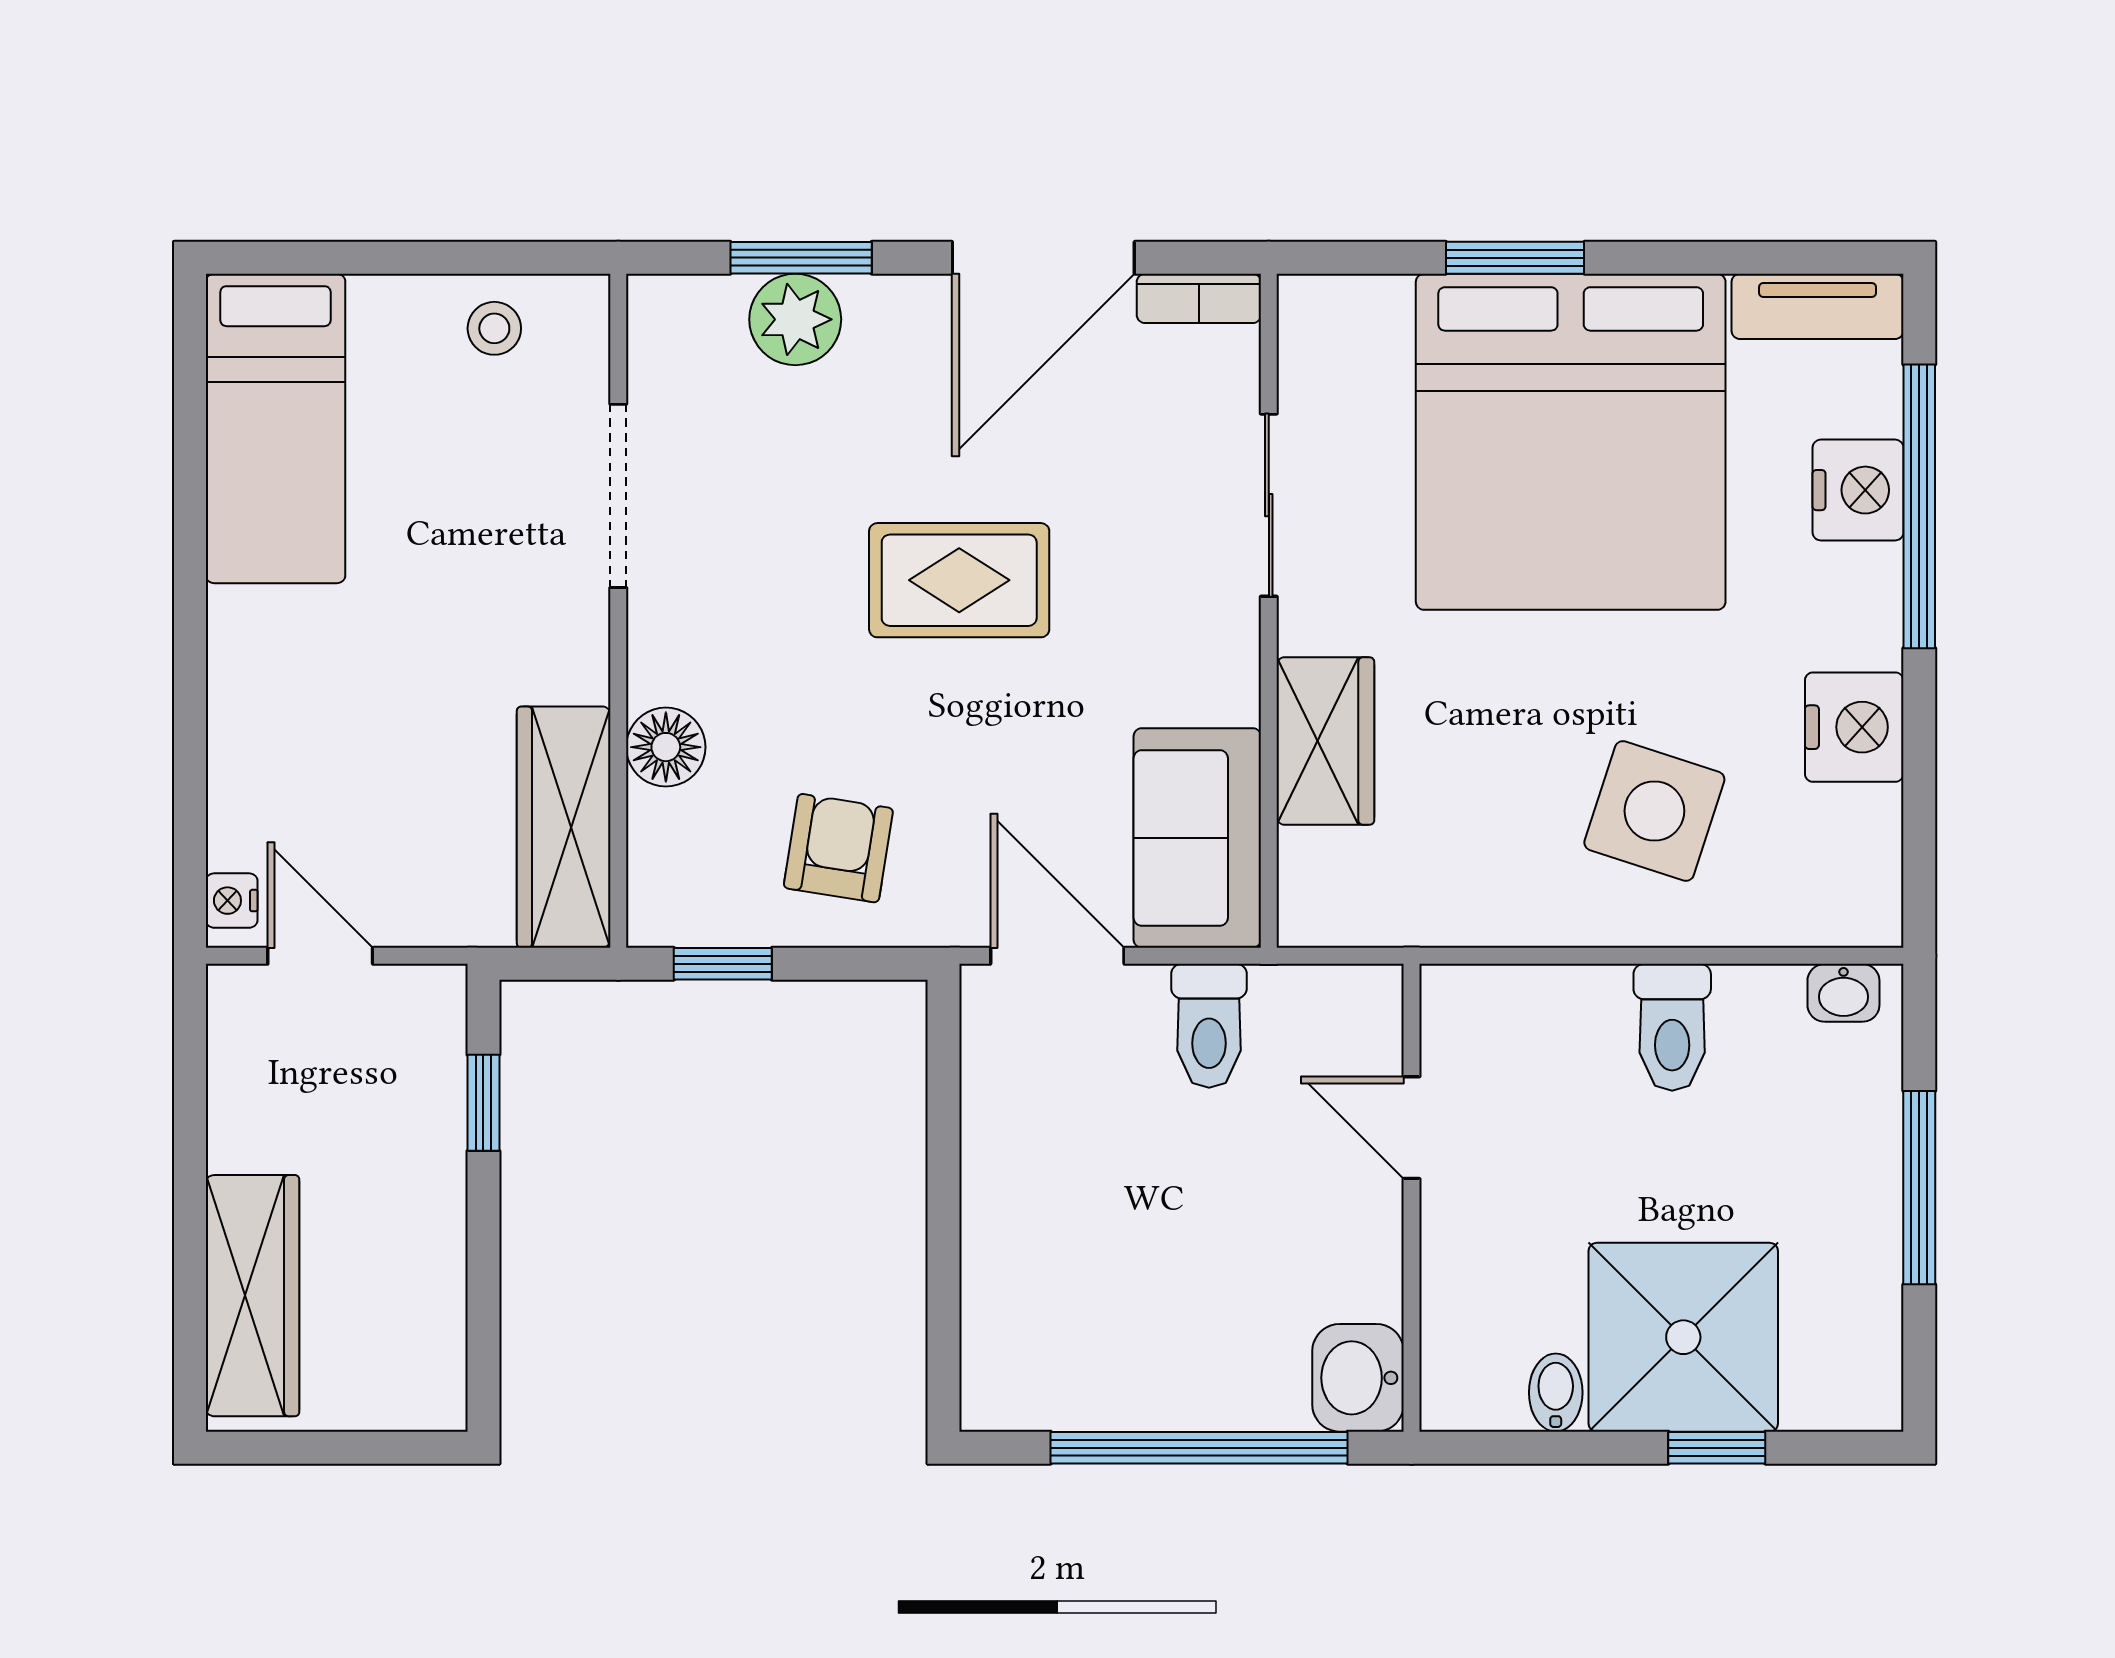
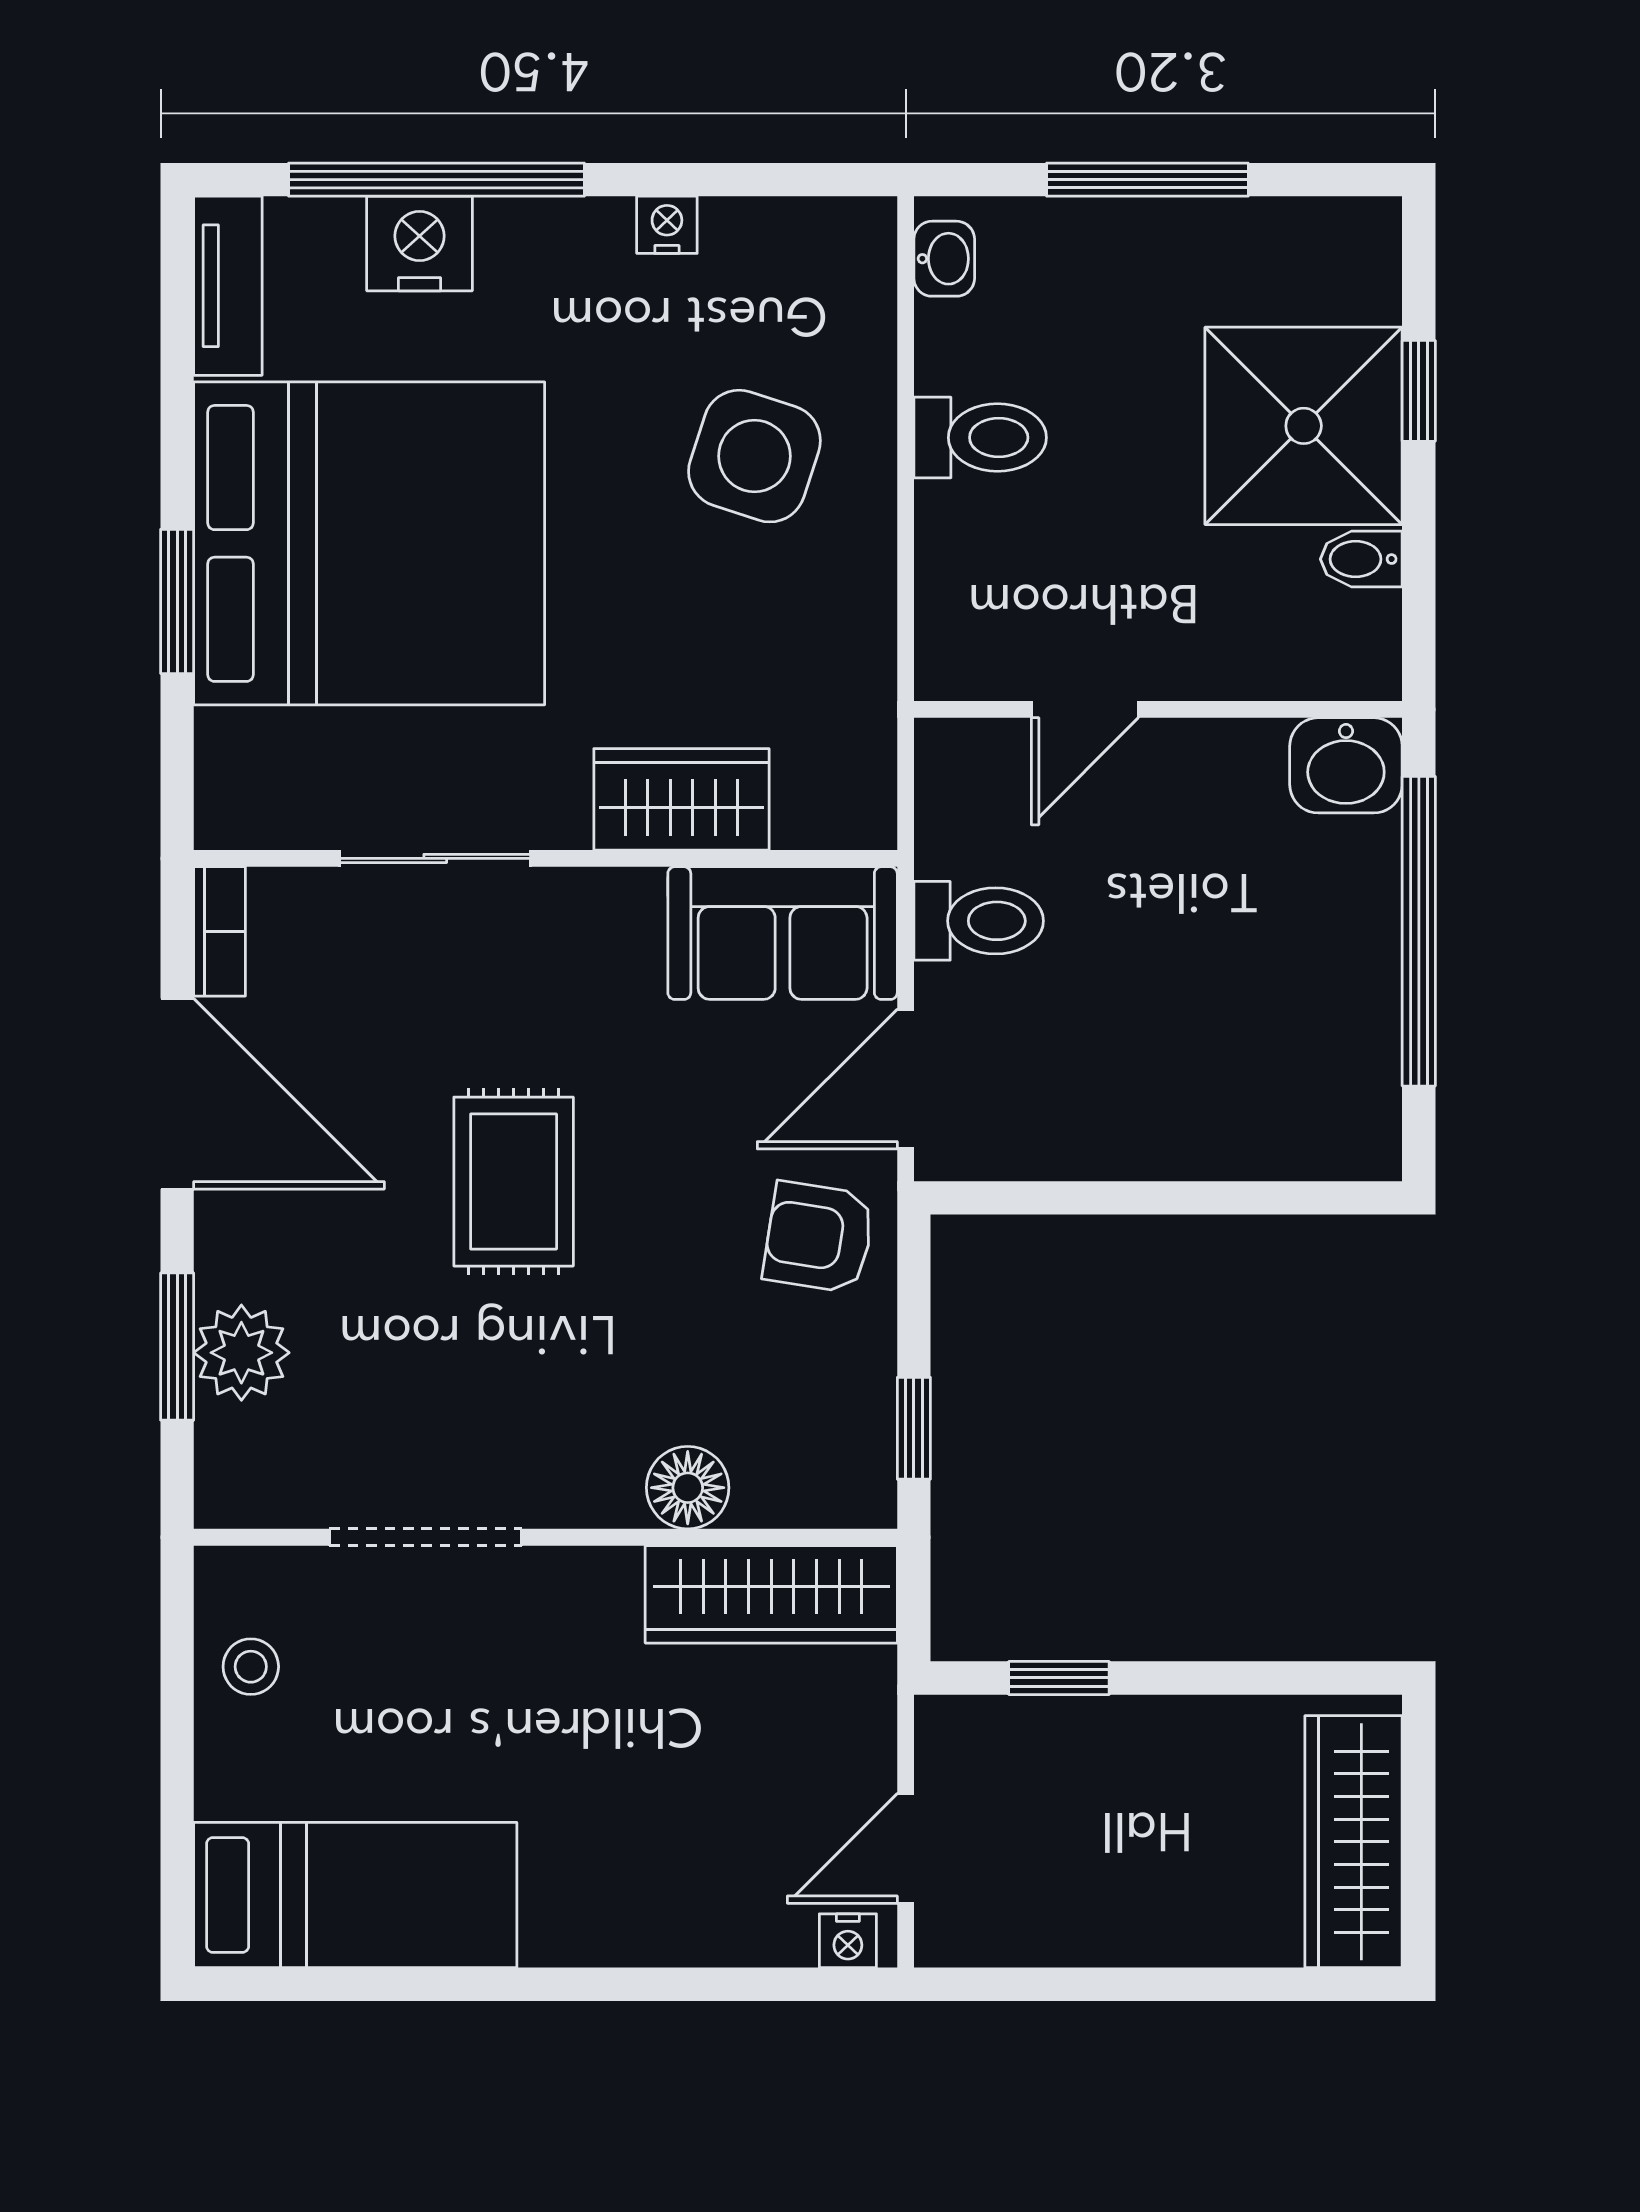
nightstand: (1854, 727) -> (667, 225), width x0.53, depth x0.56
armchair: (838, 848) -> (819, 1237), moved
wardrobe: (252, 1296) -> (1354, 1842), moved, turned -90

